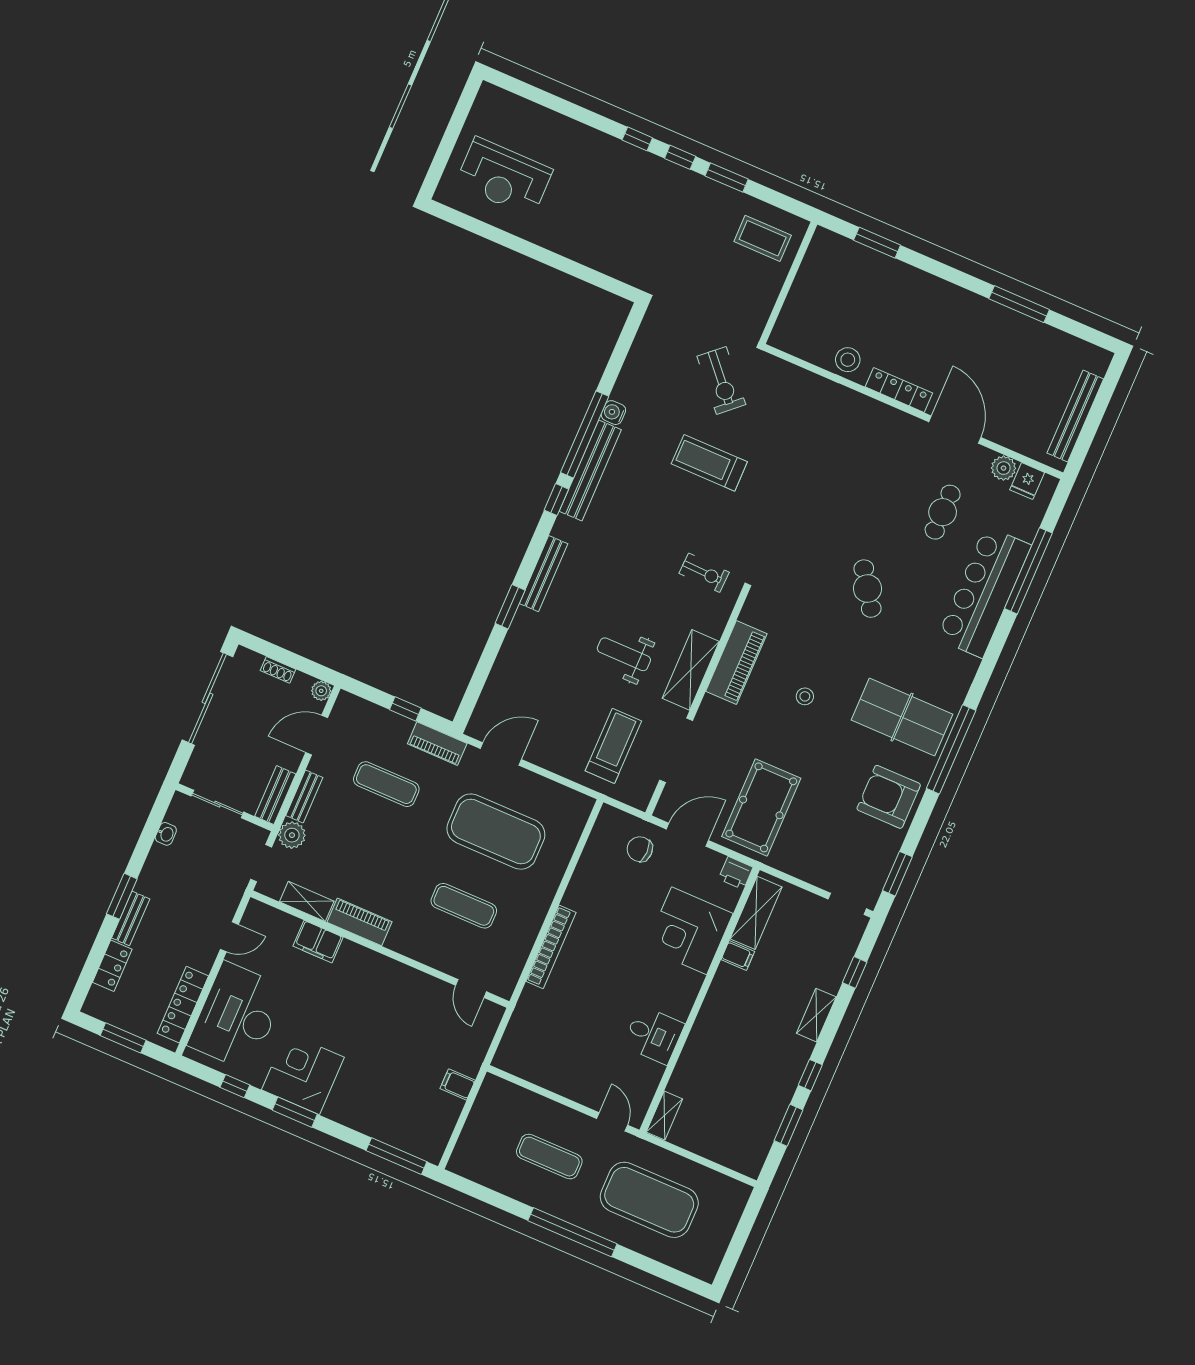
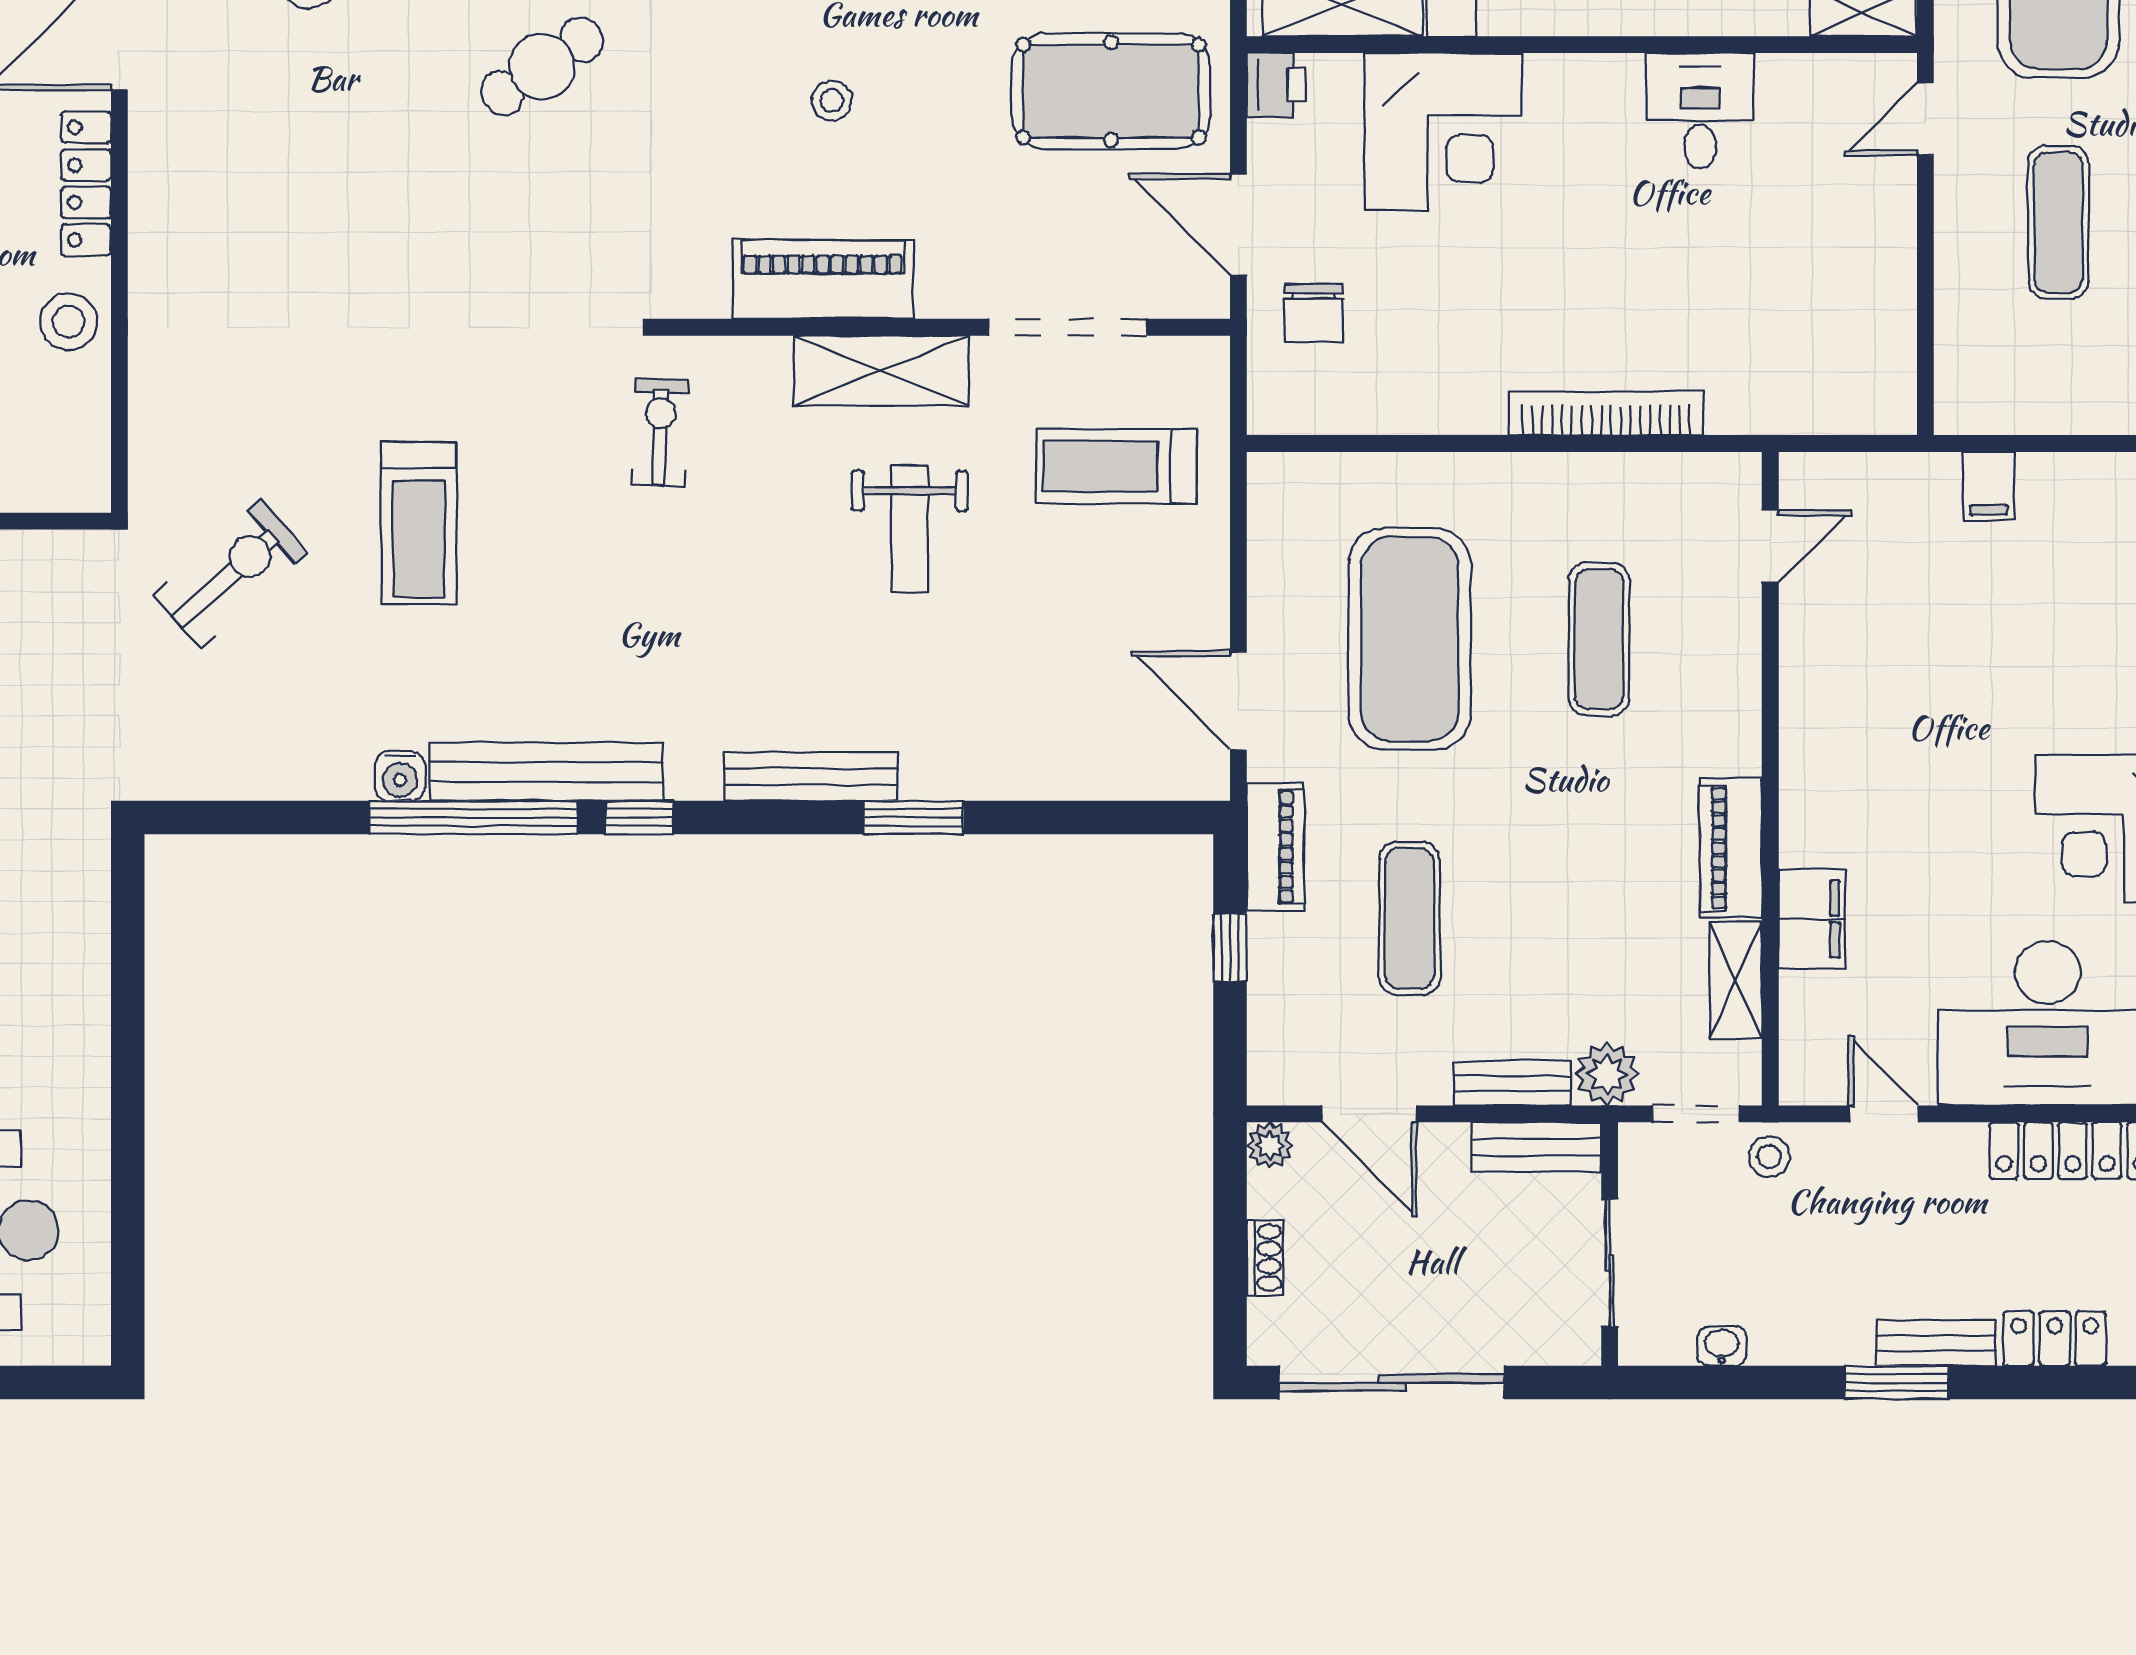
stool: (232, 885) -> (1769, 1157), added

